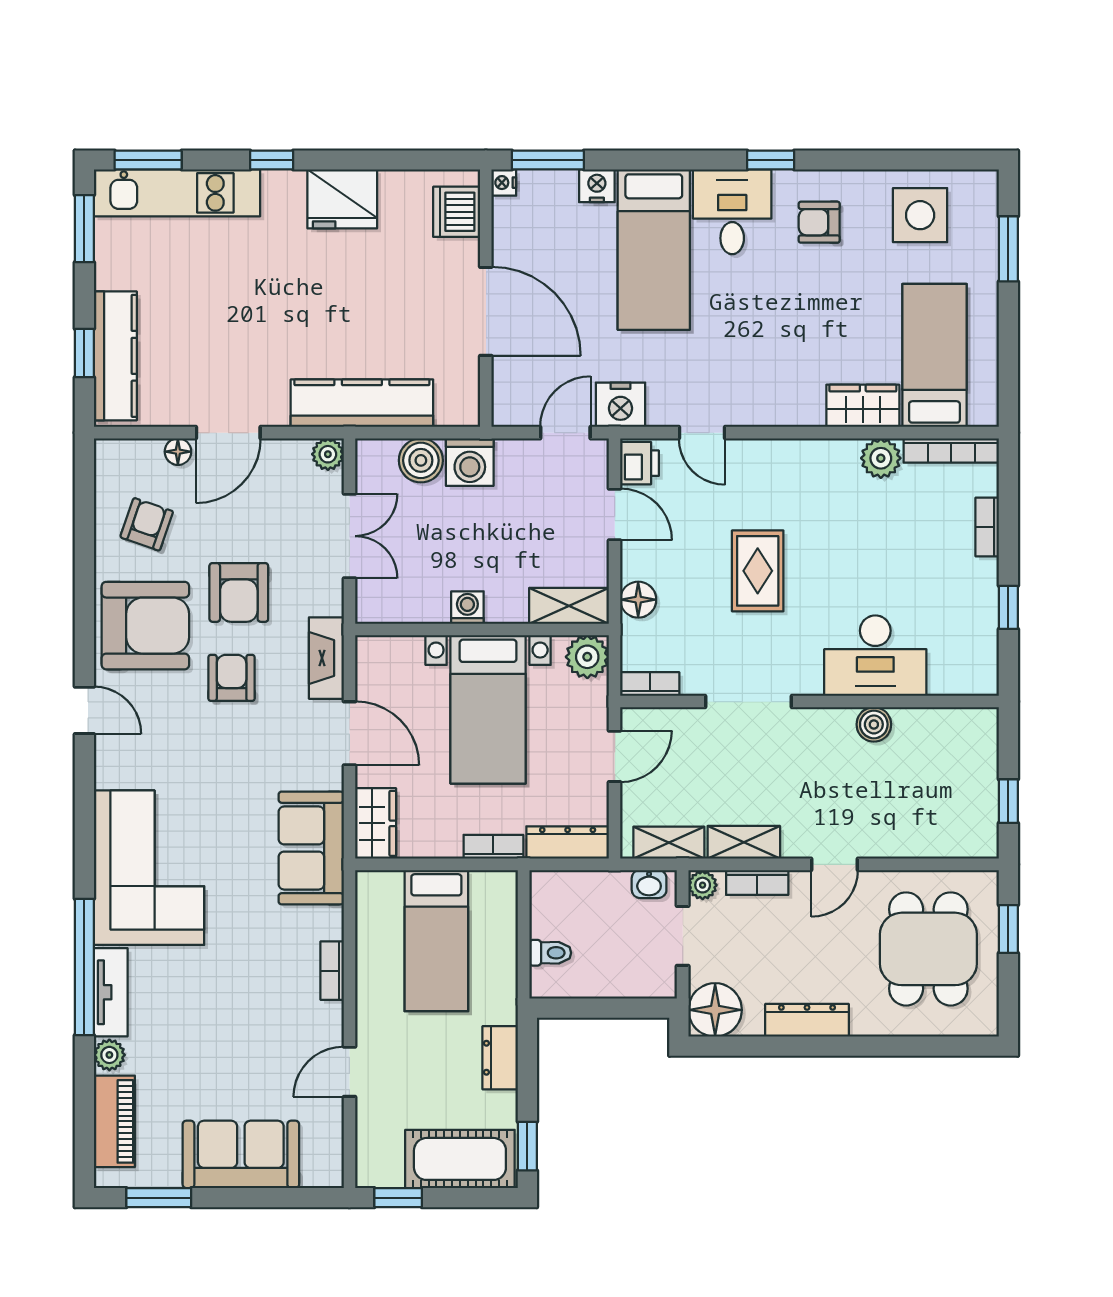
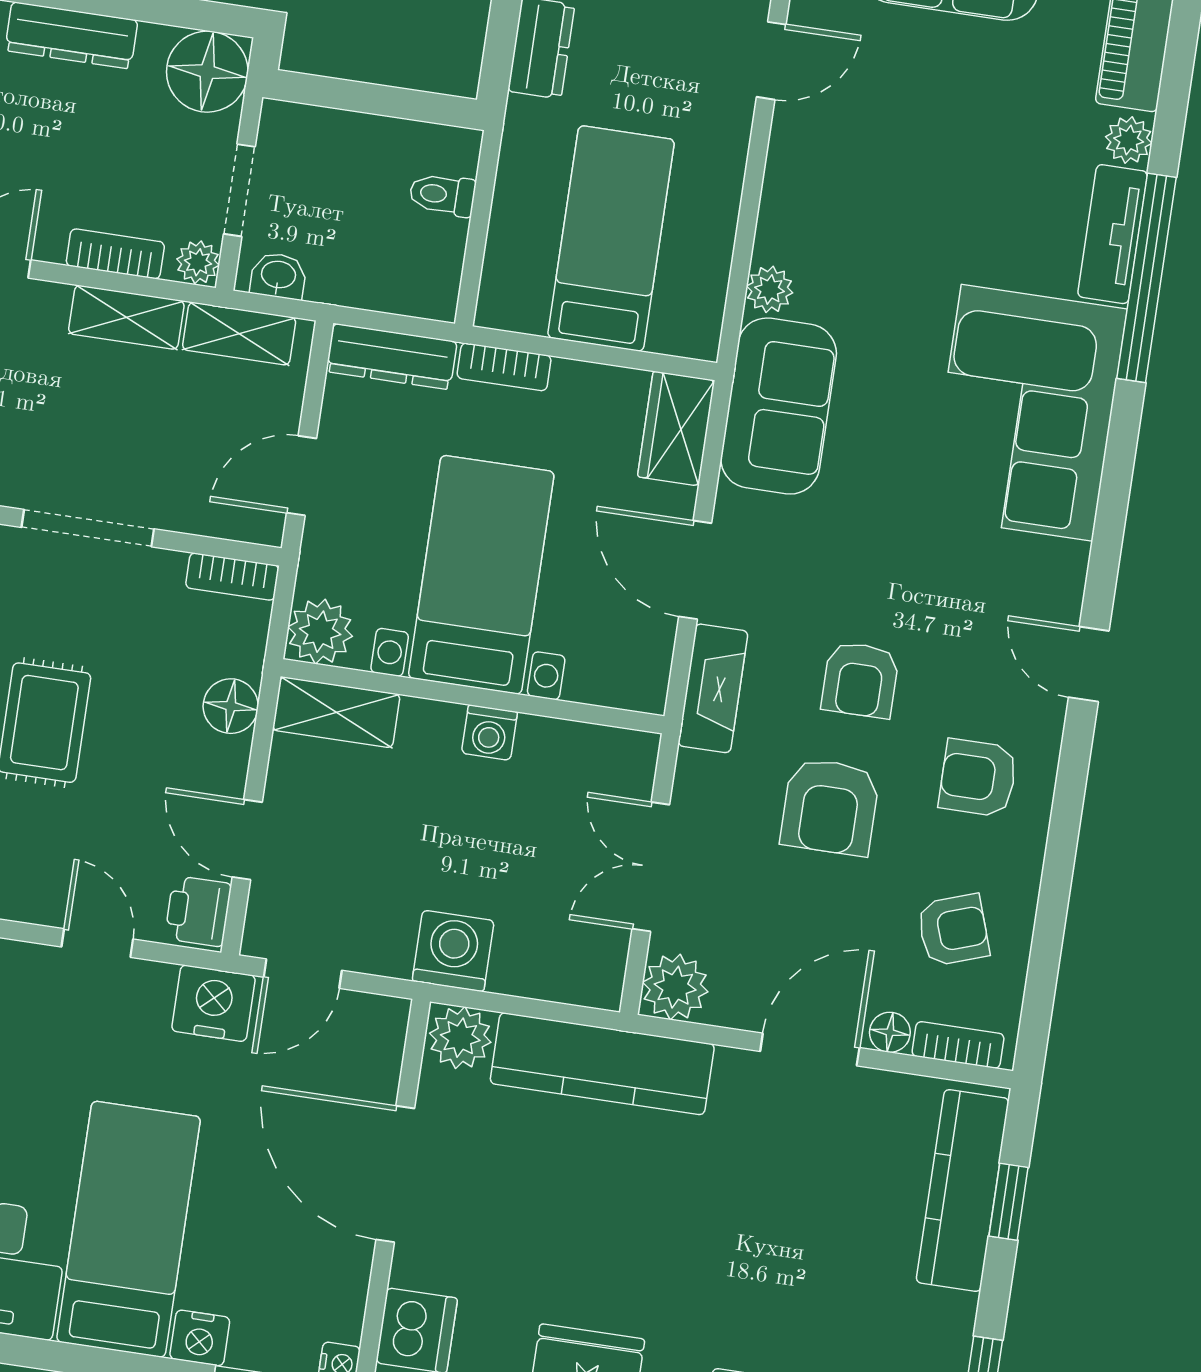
plant: (457, 406) -> (460, 1038), added
plant: (328, 454) -> (675, 987), width x1.38, depth x1.38
boiler: (421, 460) -> (526, 964), removed
armchair: (147, 524) -> (953, 930), turned -128
armchair: (239, 592) -> (830, 807), turned 180
armchair: (145, 626) -> (978, 778), width x0.53, depth x0.53
plant: (328, 923) -> (770, 289), added
bookcase: (332, 971) -> (958, 1045), moved, turned -90

